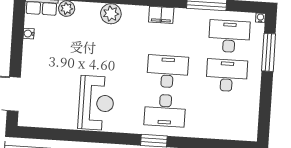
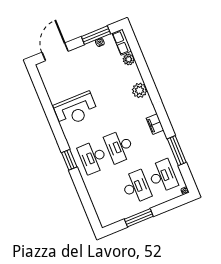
window: (18, 34) -> (96, 35), added
window: (269, 52) -> (139, 218), moved
desk: (167, 71) -> (119, 146), turned 180

